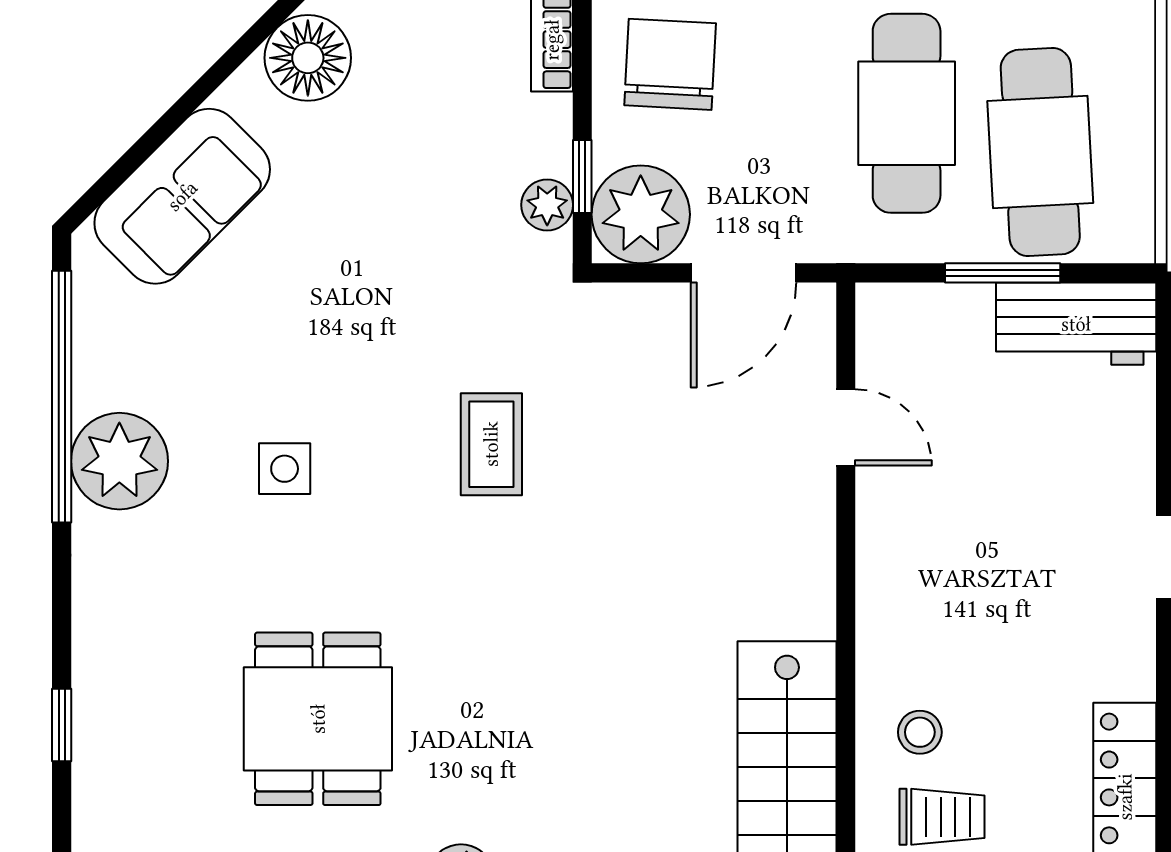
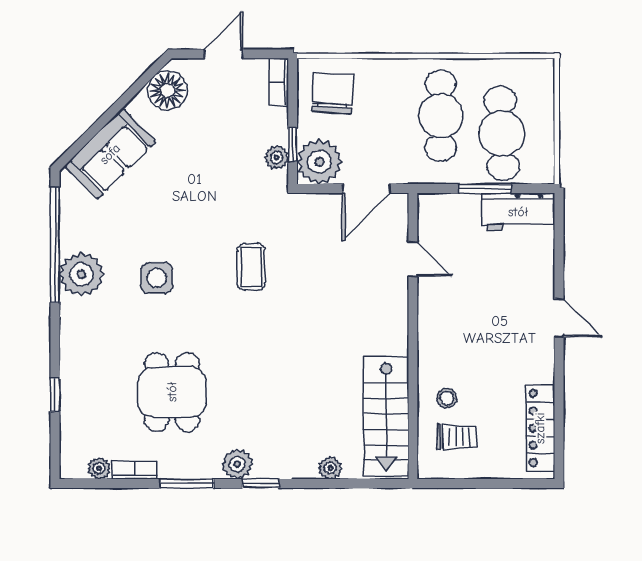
side table: (285, 469) -> (157, 278), width x1.37, depth x1.37

